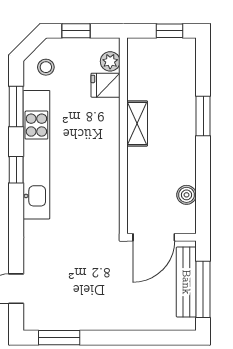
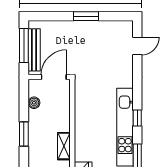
window: (203, 116) -> (24, 134), moved
window: (59, 338) -> (86, 16), moved

